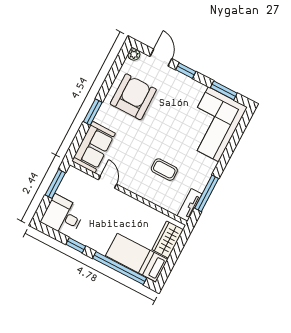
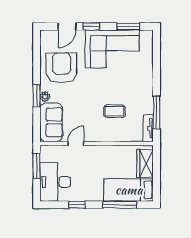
plant: (134, 54) -> (45, 97), moved
door: (161, 58) -> (67, 27), swing flipped
corner sofa: (214, 124) -> (112, 49), moved, turned -90
door: (108, 182) -> (76, 143), hinge flipped
desk: (63, 216) -> (55, 182), width x1.37
window: (120, 268) -> (120, 205), width x0.68

